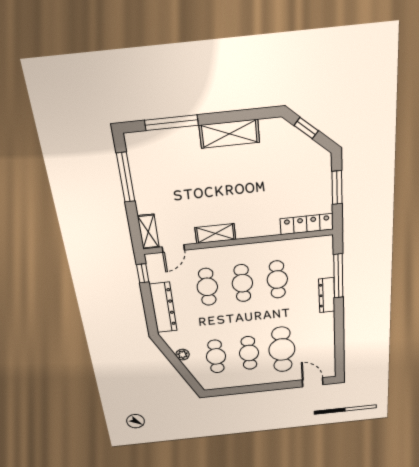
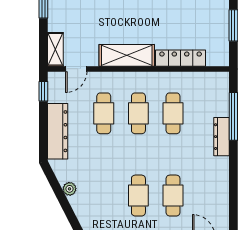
locker: (307, 224) -> (181, 58), moved
shelving: (215, 234) -> (127, 55), width x1.50, depth x1.33
cafe table: (282, 350) -> (173, 196), width x0.73, depth x0.74
cafe table: (216, 356) -> (104, 196), removed

